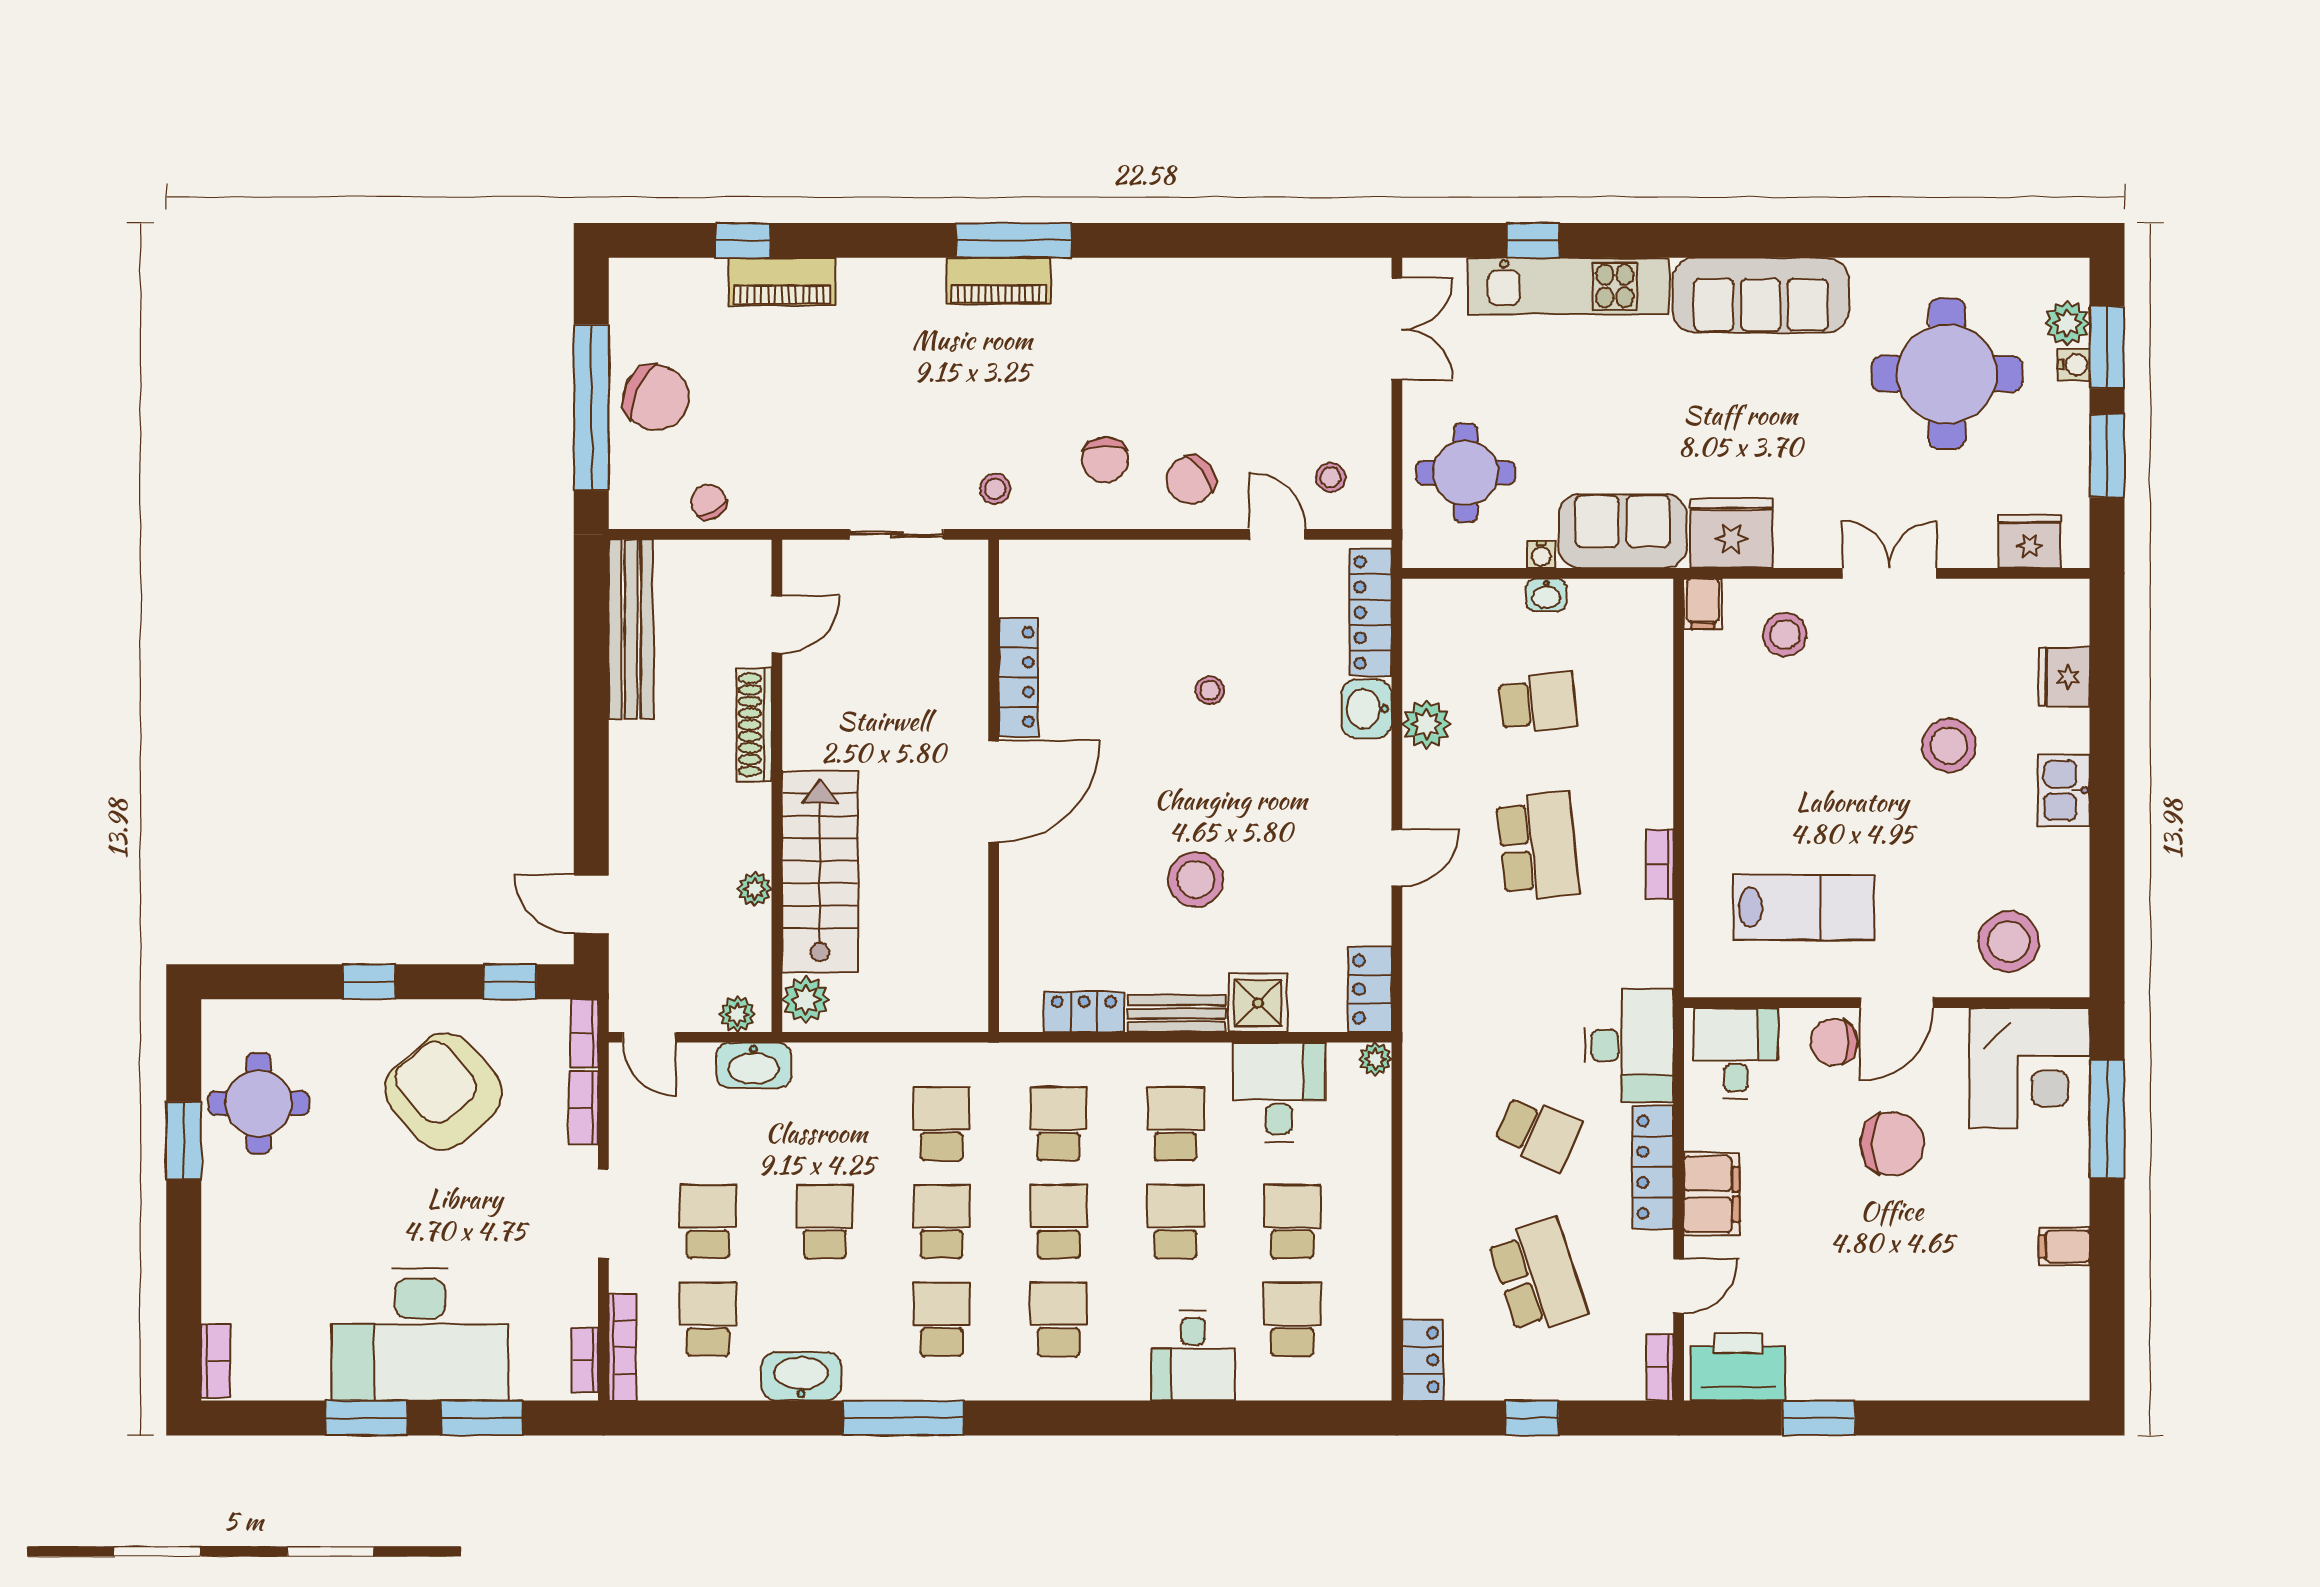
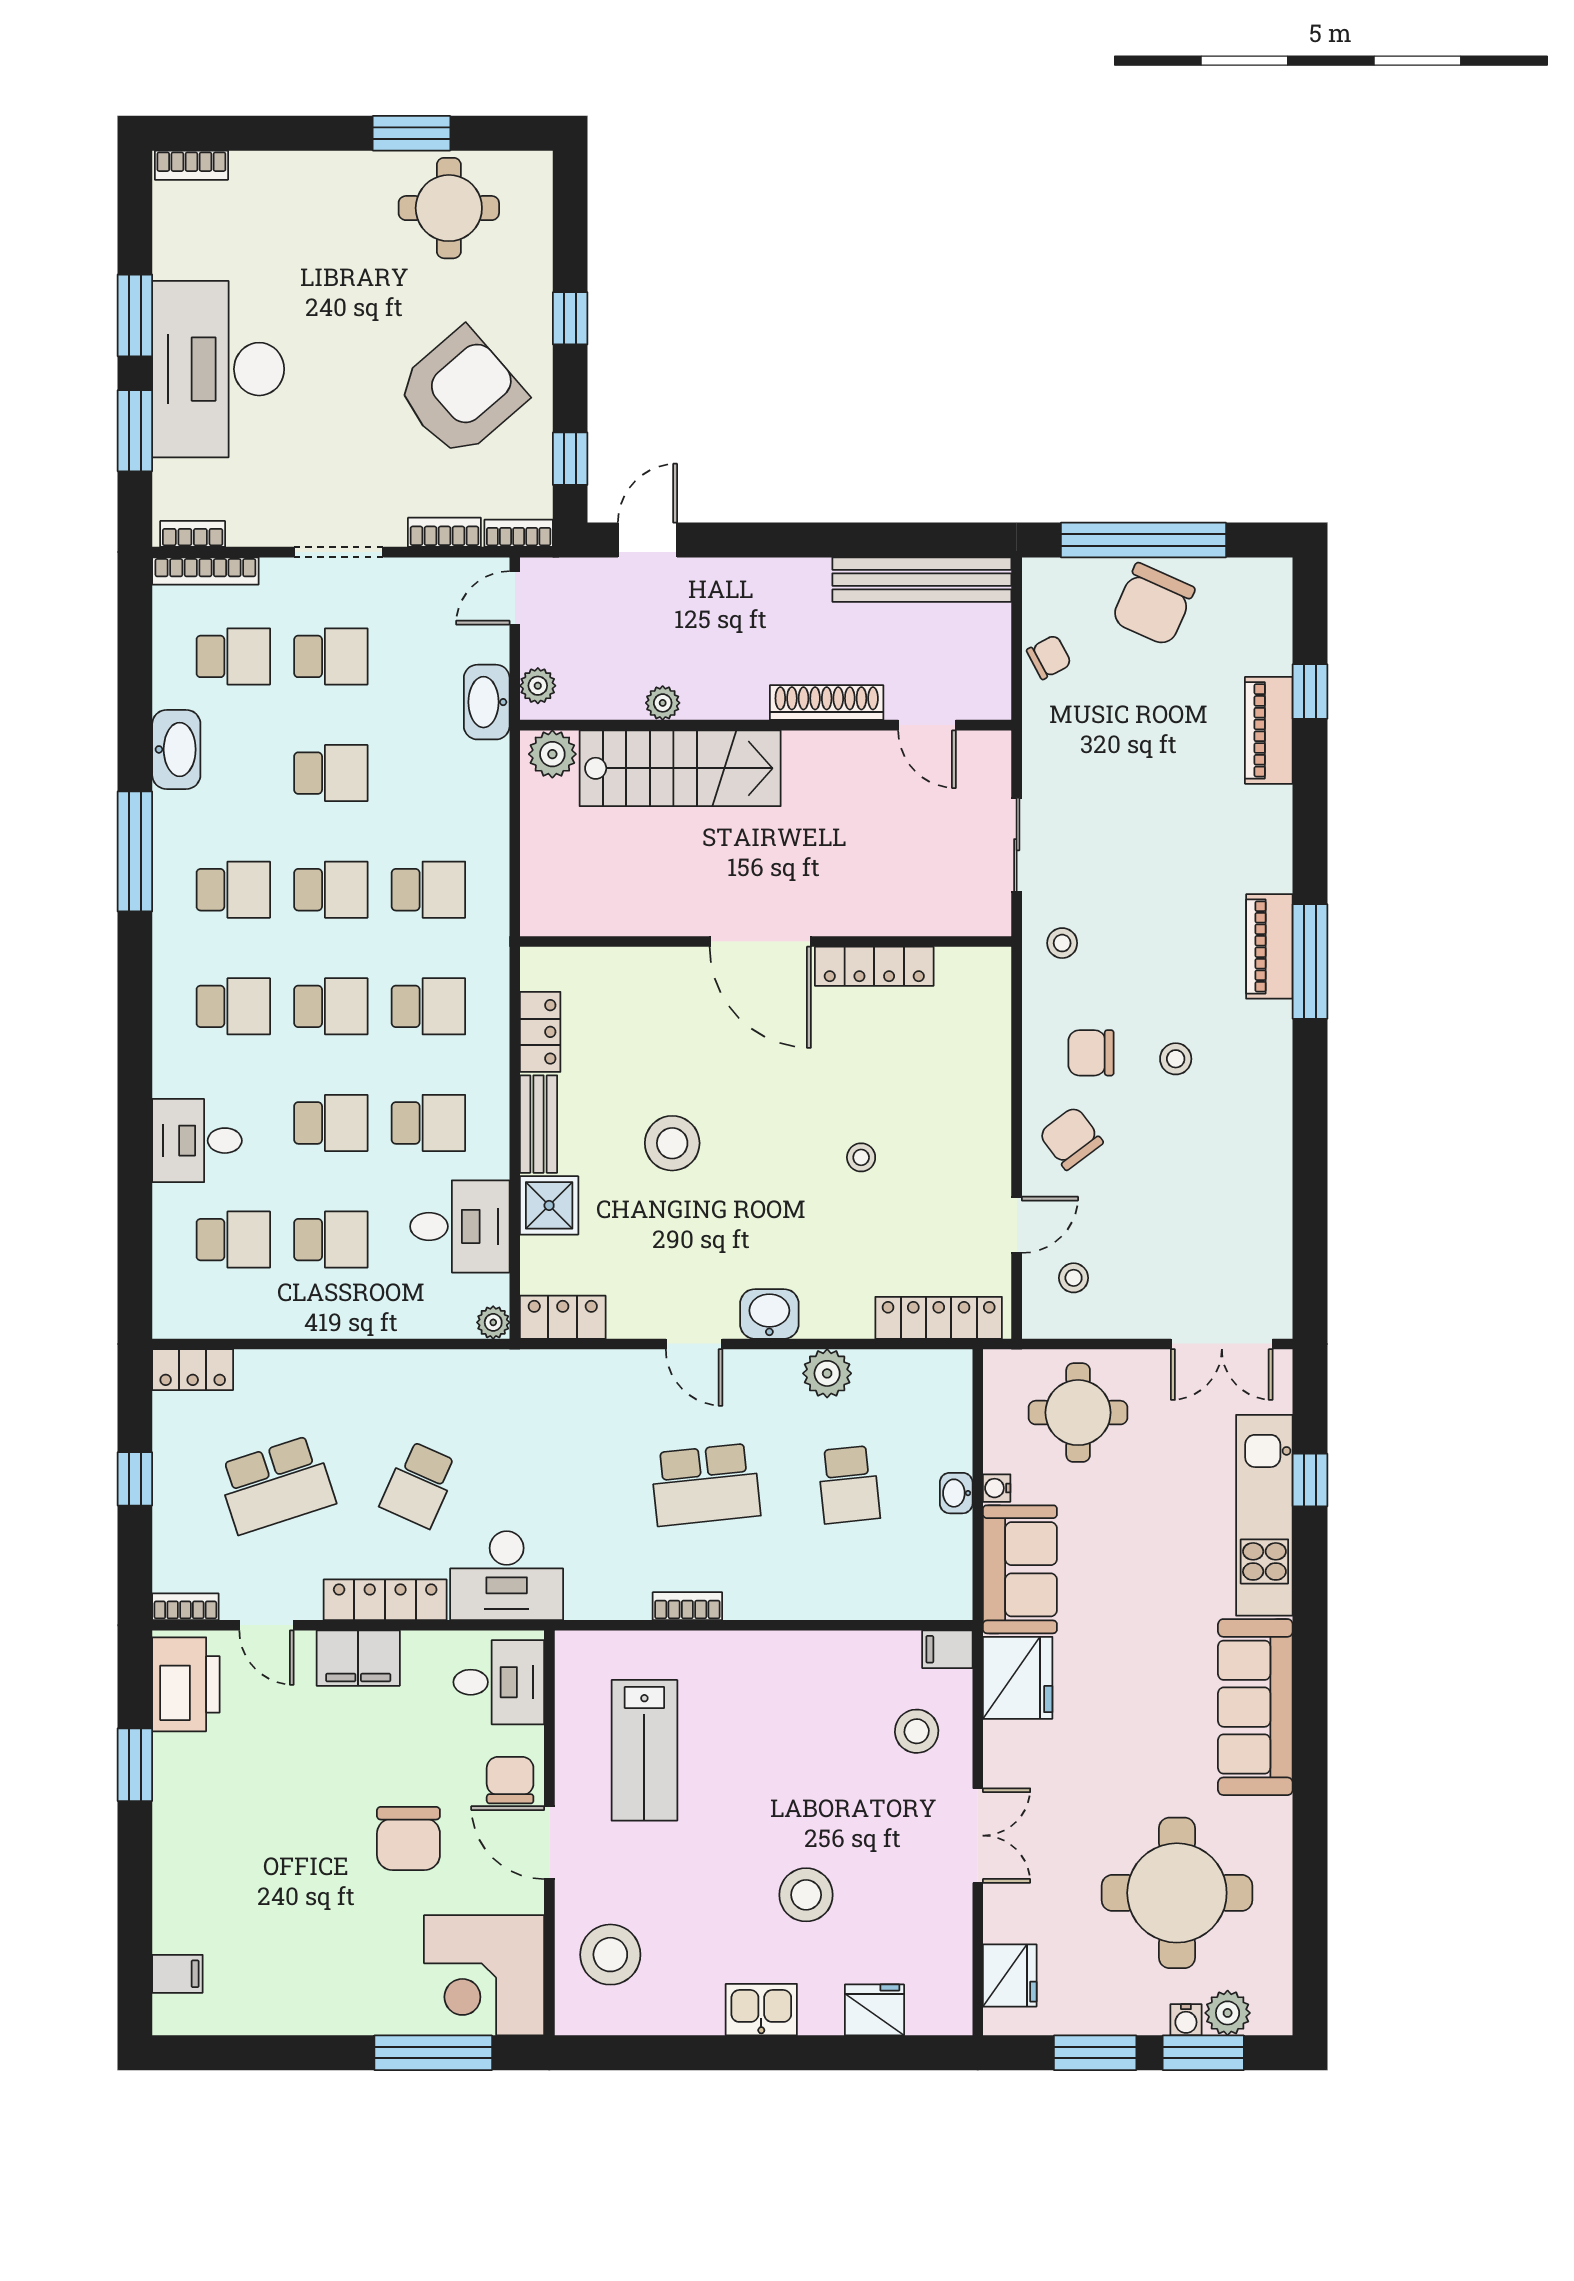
stool: (1111, 375) -> (1176, 1059), added
washbasin: (1367, 709) -> (769, 1314), moved
filing cabinet: (2064, 1246) -> (177, 1974), moved, turned 90

